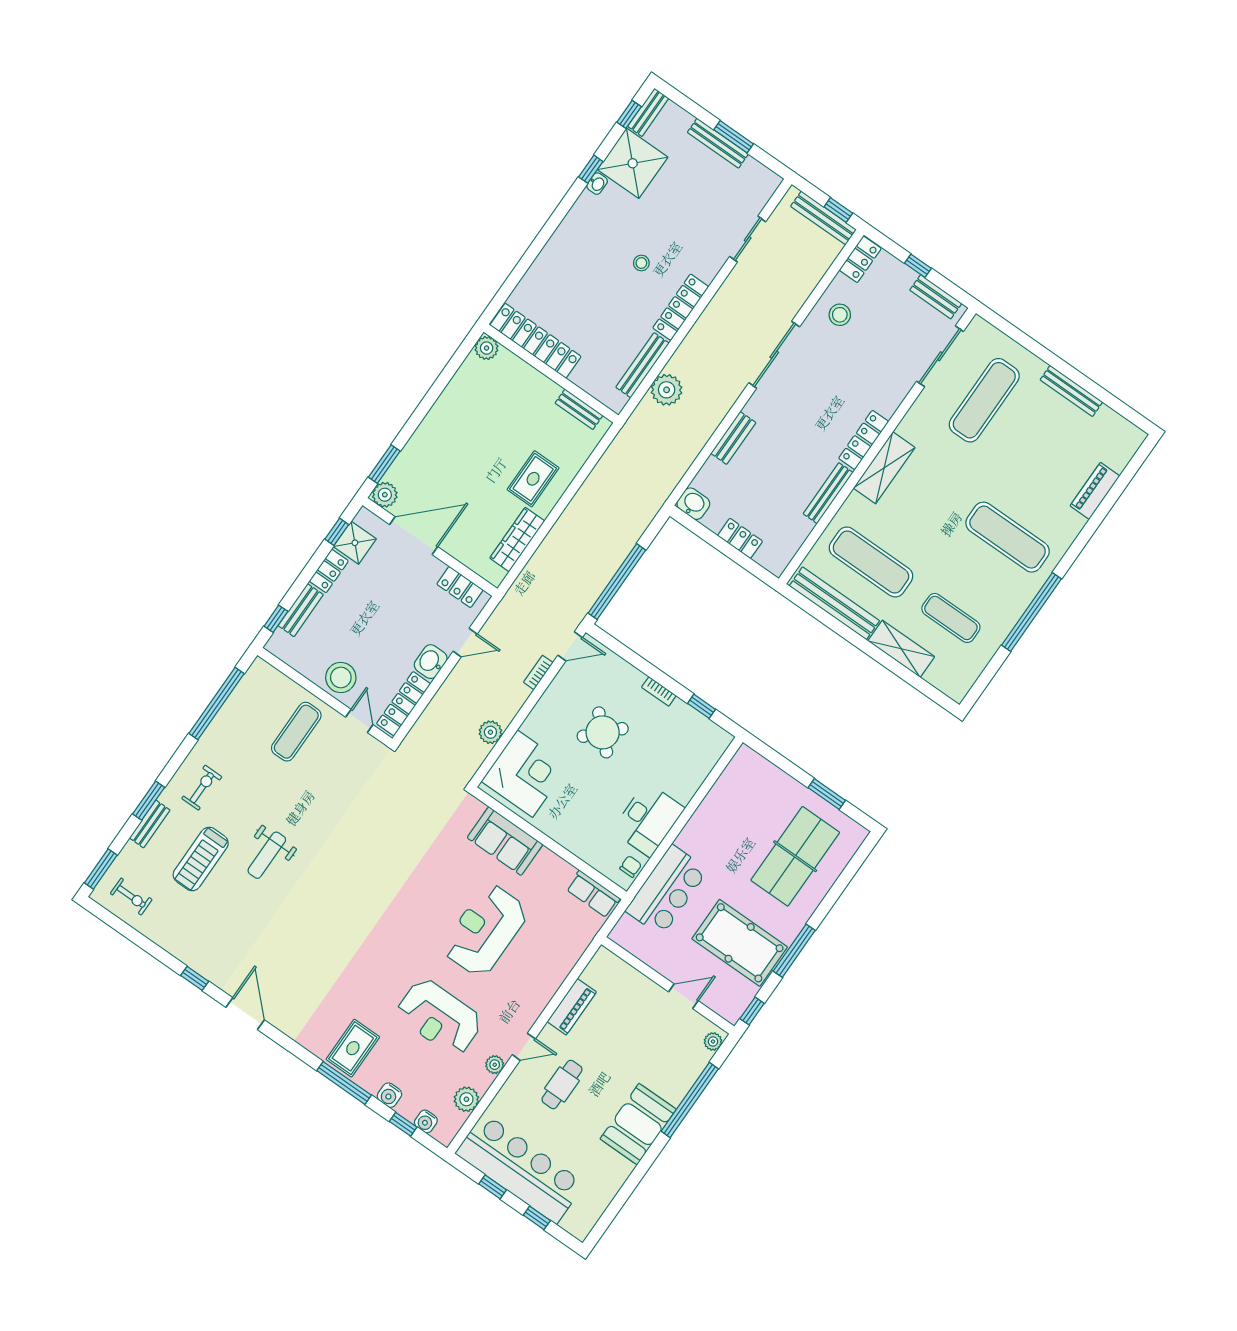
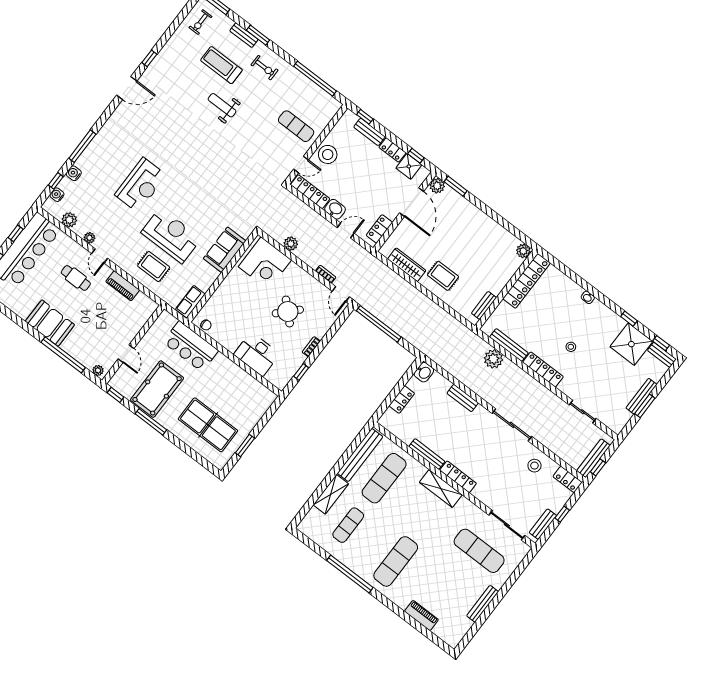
washbasin: (597, 184) -> (588, 297), moved
door: (465, 643) -> (346, 231), swing flipped
desk: (648, 819) -> (257, 354), moved
reception desk: (439, 1017) -> (141, 185), moved, turned 180
rug: (353, 1048) -> (154, 267), moved

